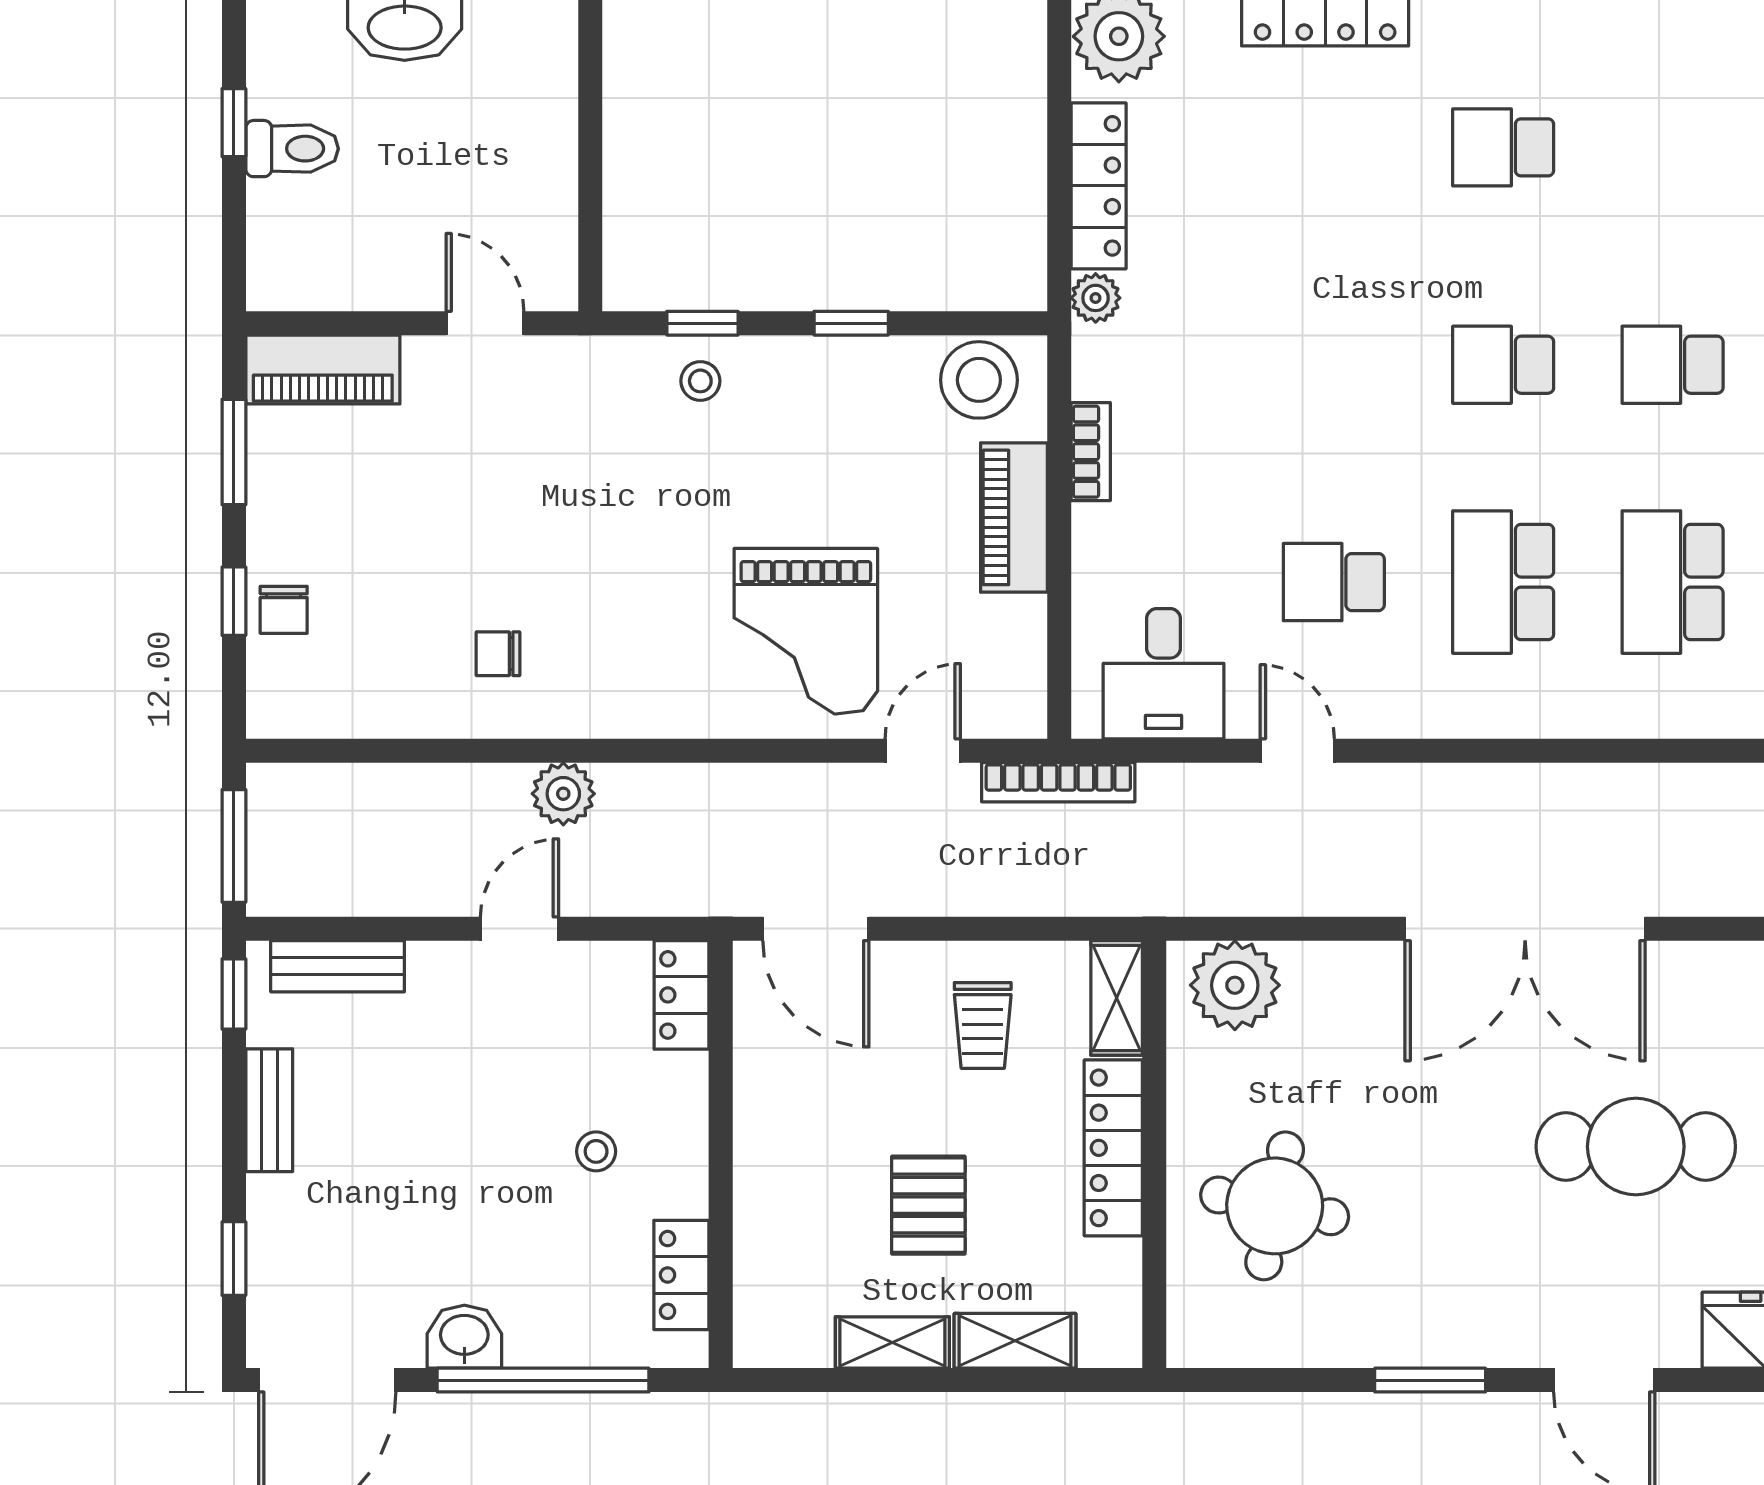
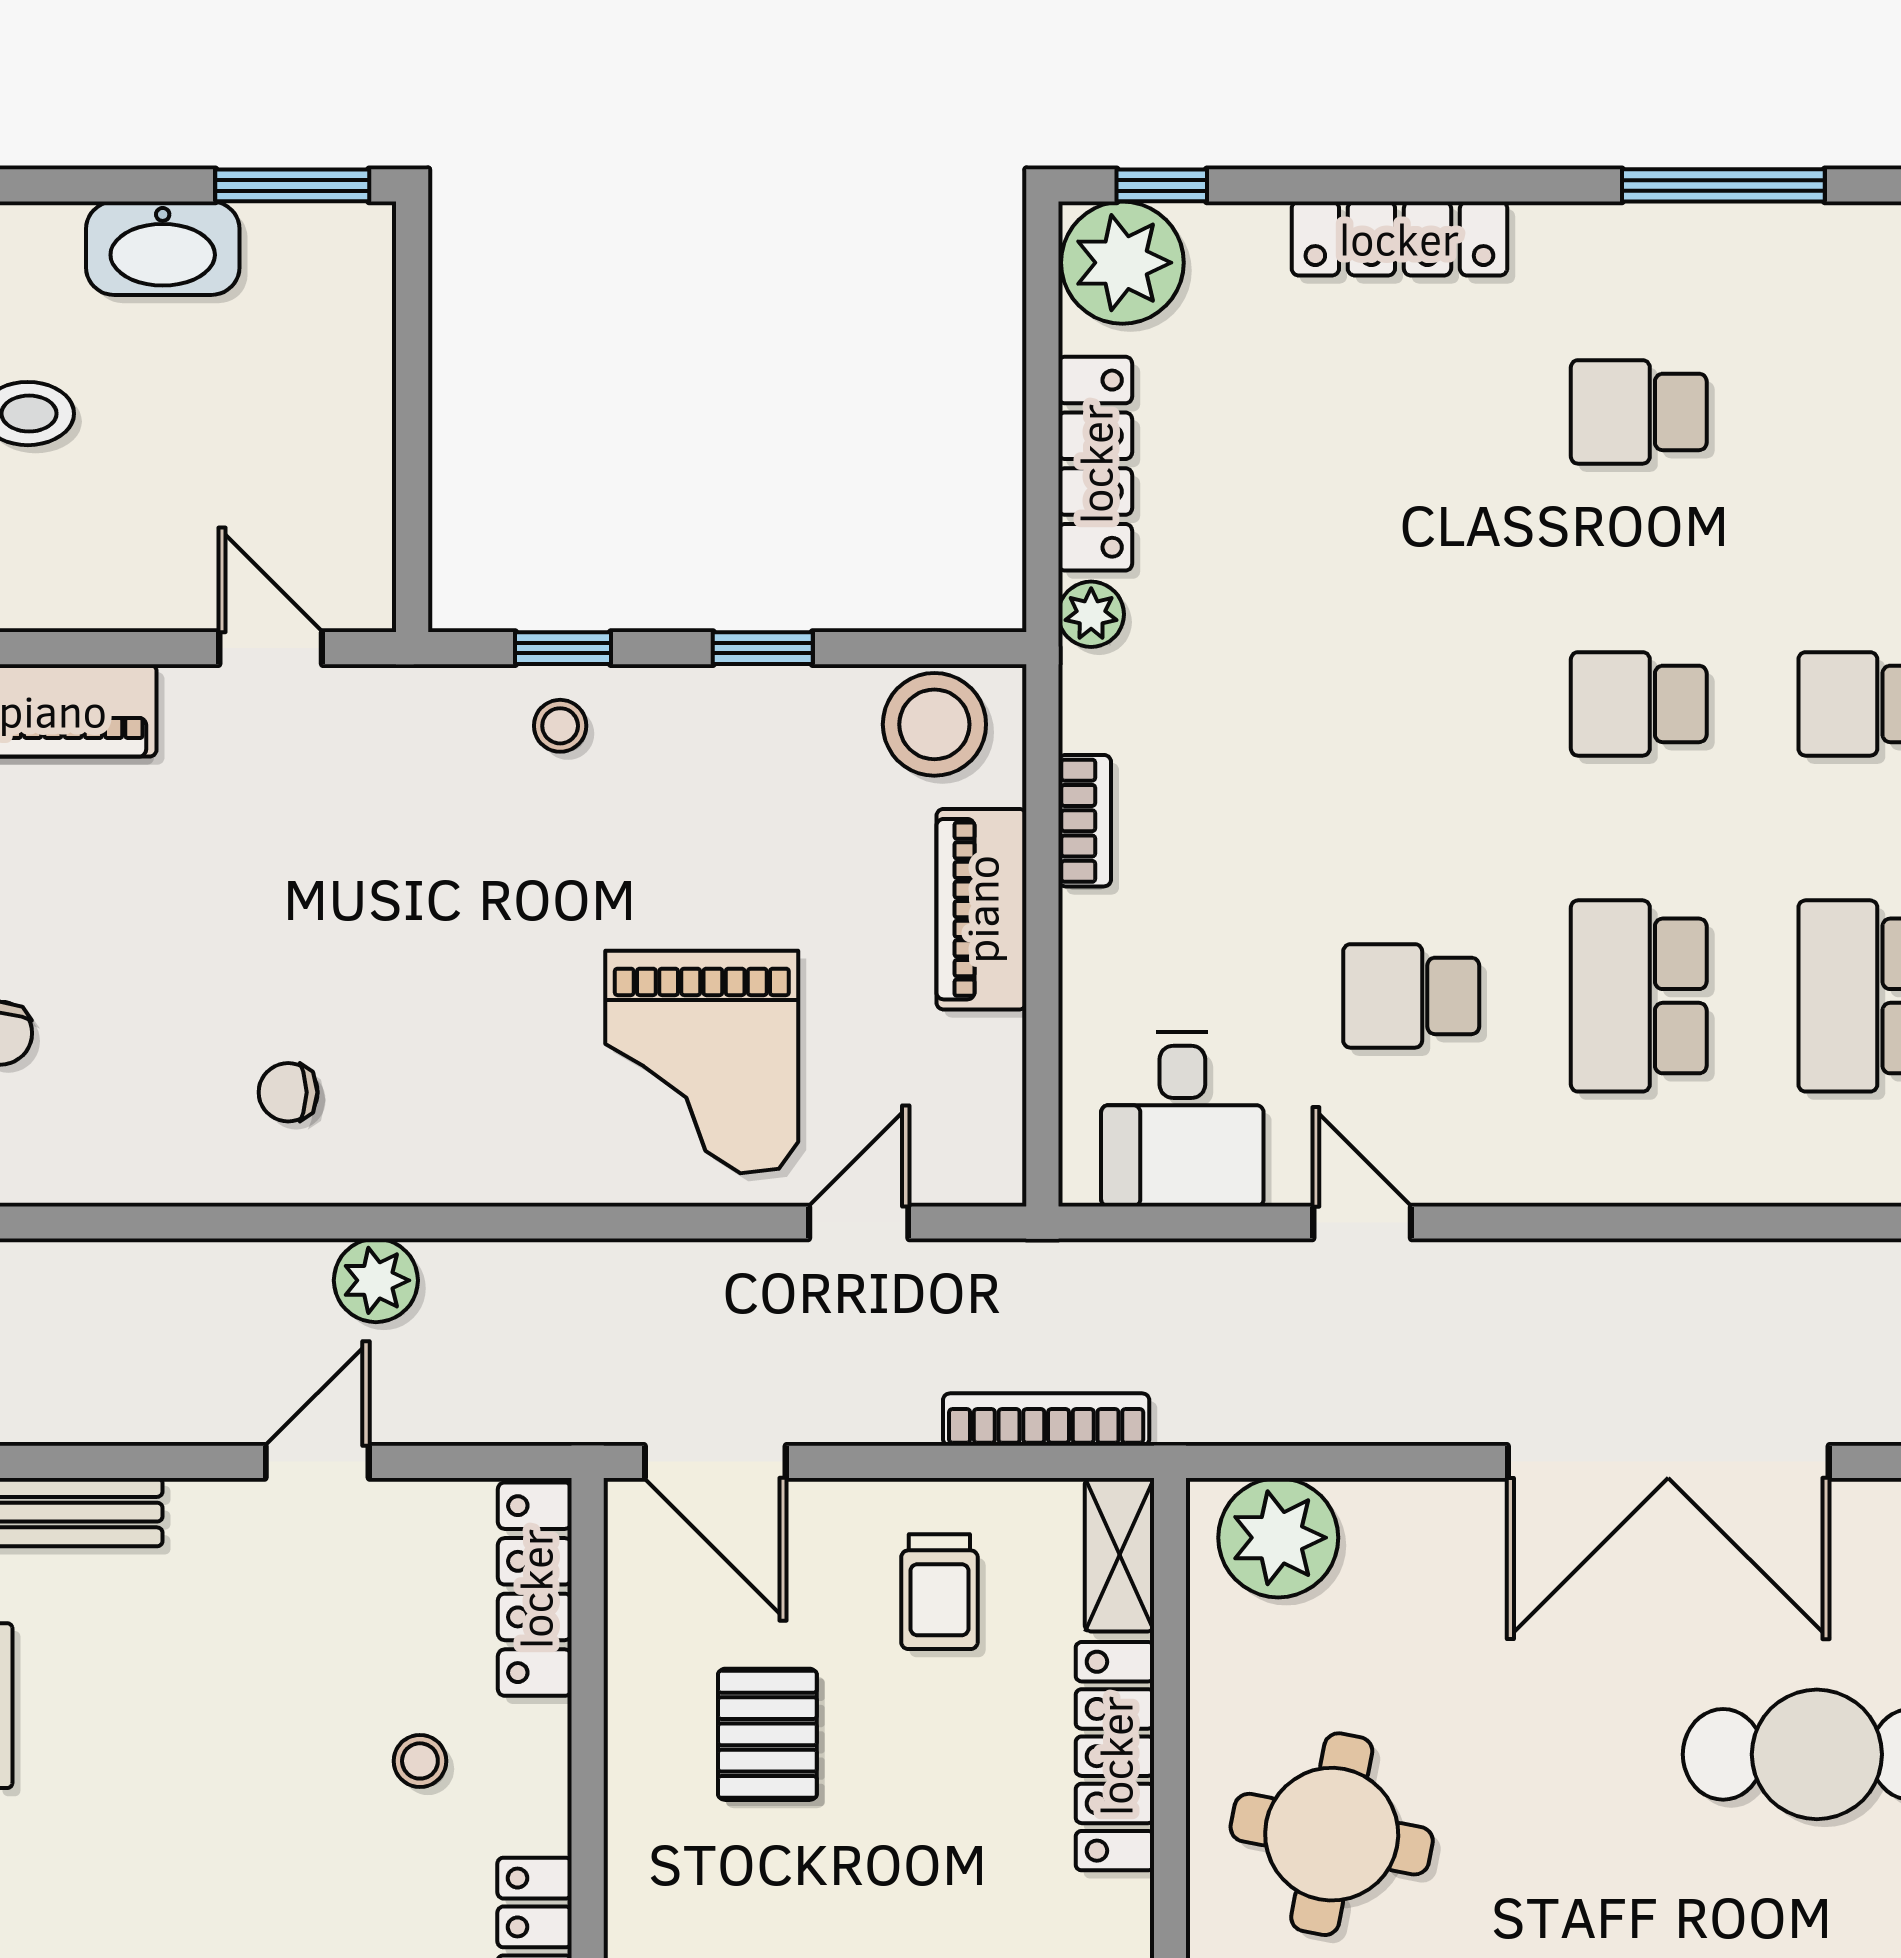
bookcase: (1058, 782) -> (1046, 1420), moved, turned 180
locker: (682, 995) -> (535, 1589), width x1.53
pallet: (928, 1205) -> (767, 1734), moved

